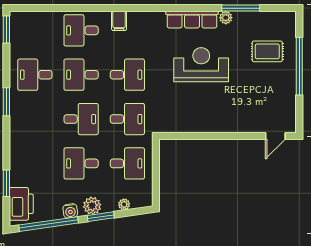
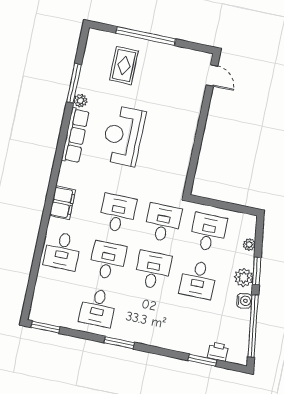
filing cabinet: (119, 21) -> (63, 203), width x2.00
desk: (81, 75) -> (108, 260), turned 180
printer: (21, 204) -> (218, 352), width x0.53, depth x0.68

